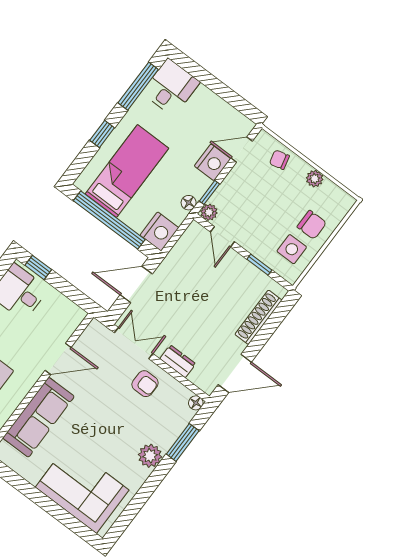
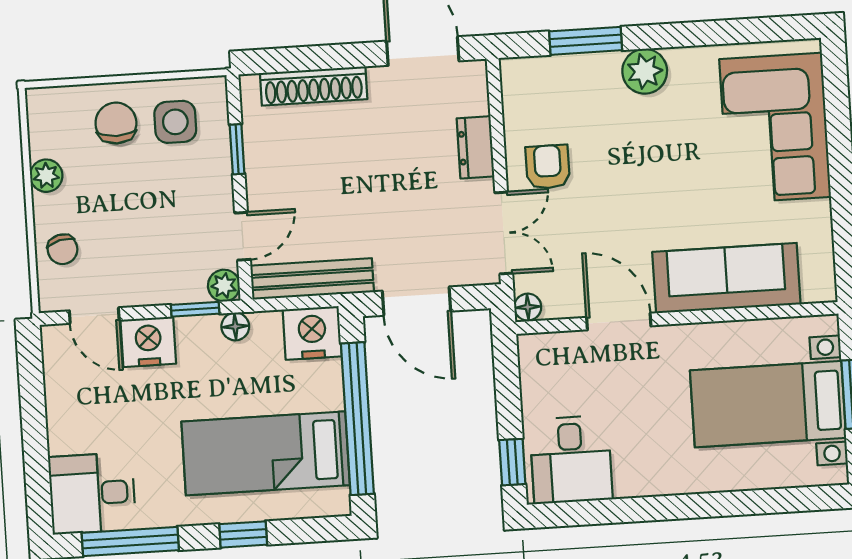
bench: (181, 250) -> (312, 279), added
double door: (134, 343) -> (504, 233), swing flipped
floor lamp: (196, 403) -> (528, 307), moved

